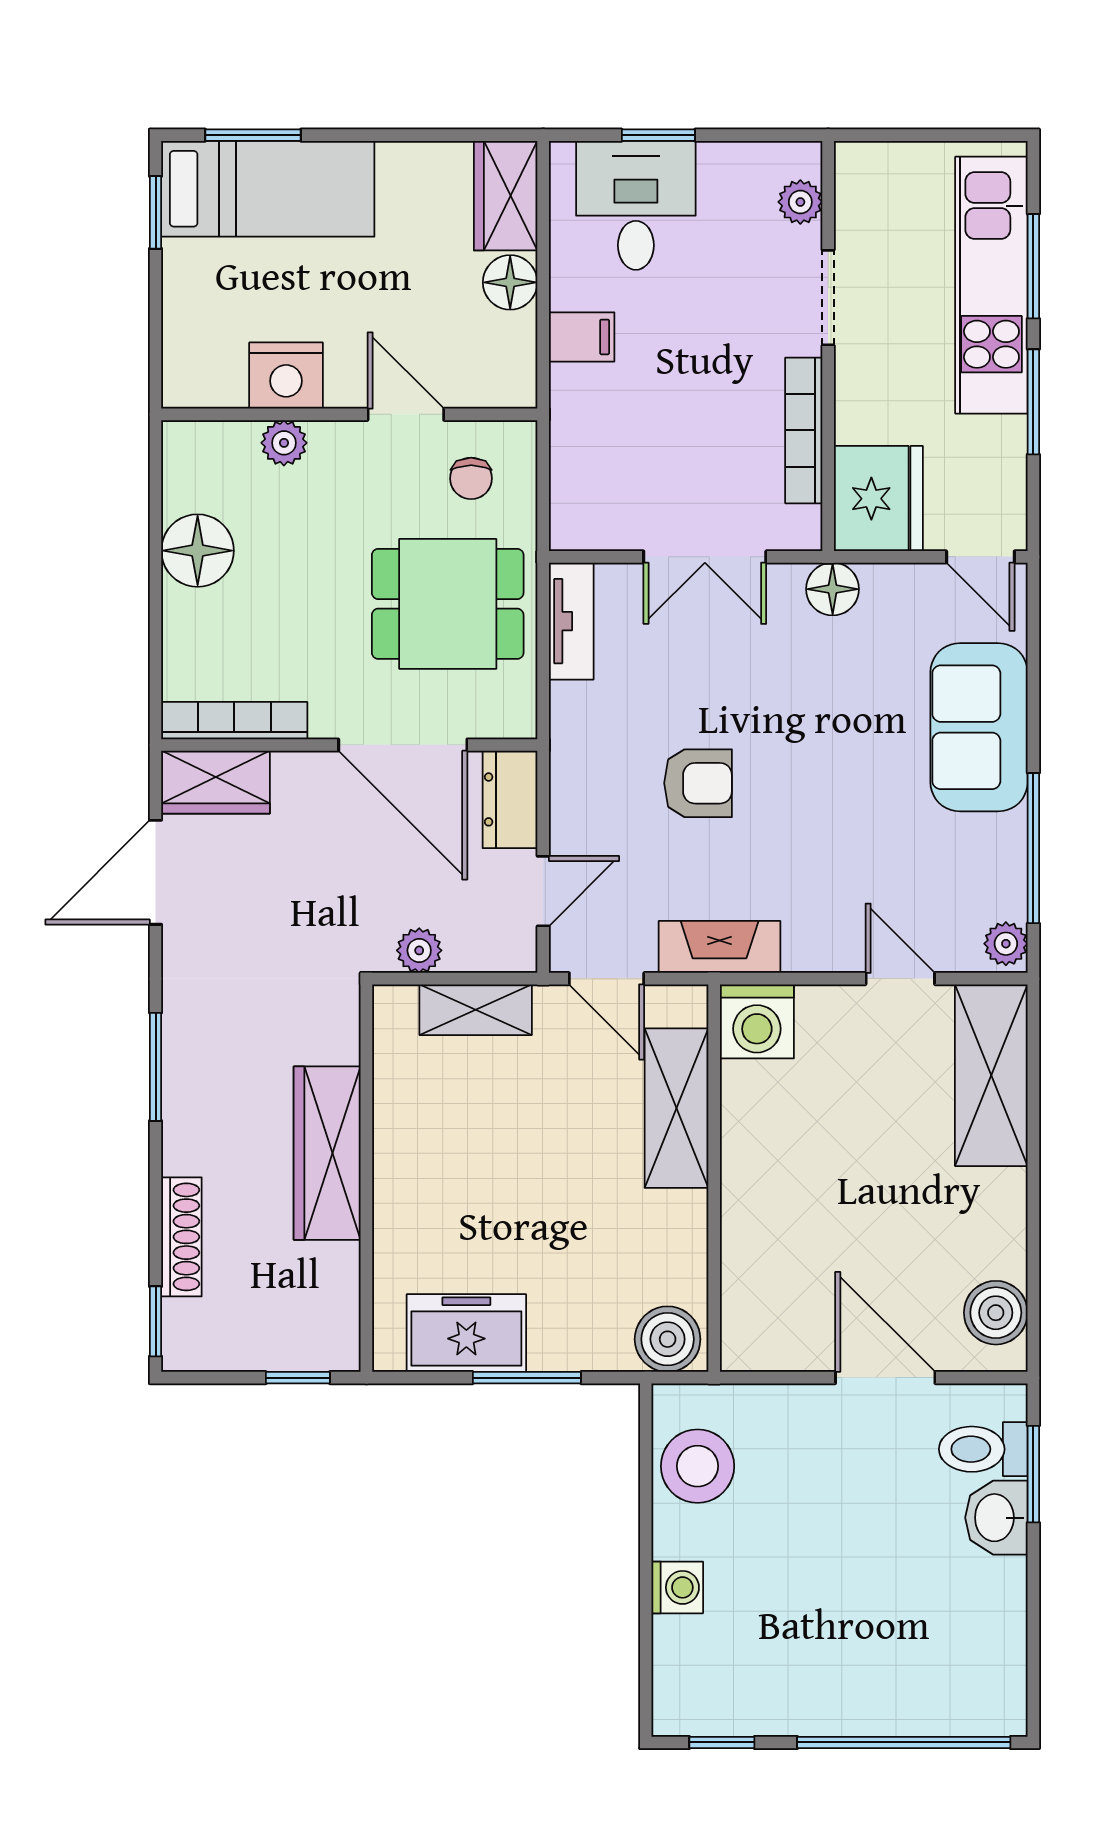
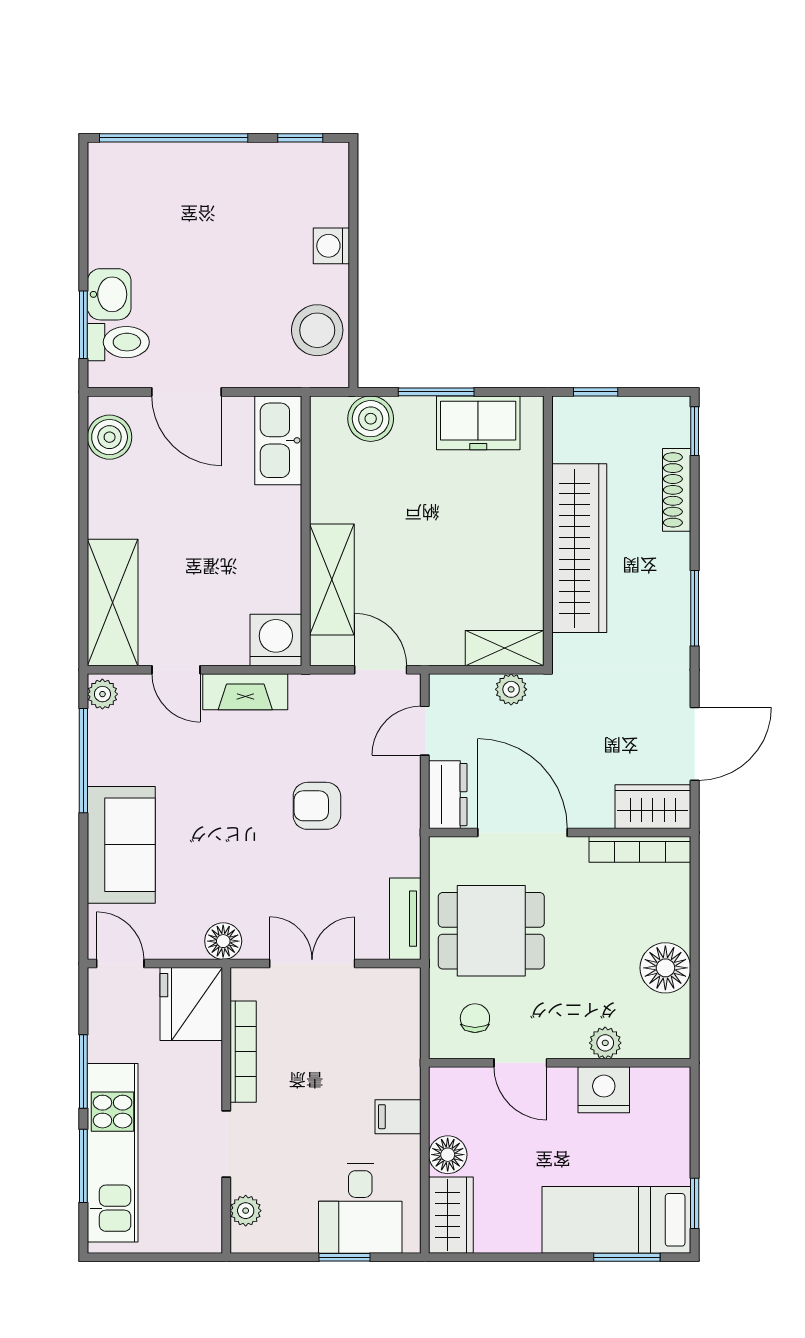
fireplace: (720, 947) -> (245, 692), moved
shelving: (476, 1010) -> (505, 648), moved
wardrobe: (327, 1153) -> (579, 548), width x1.40, depth x1.17
kitchen sink: (754, 1308) -> (278, 440), added
boiler: (668, 1339) -> (371, 419), moved

